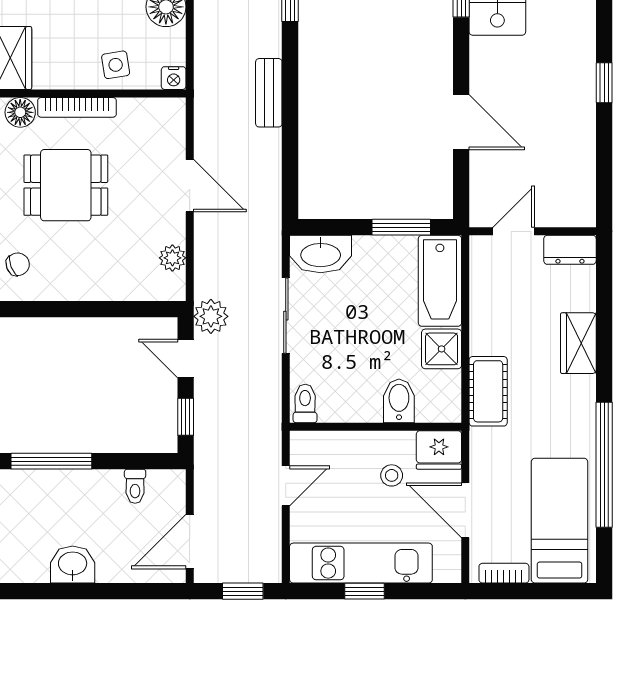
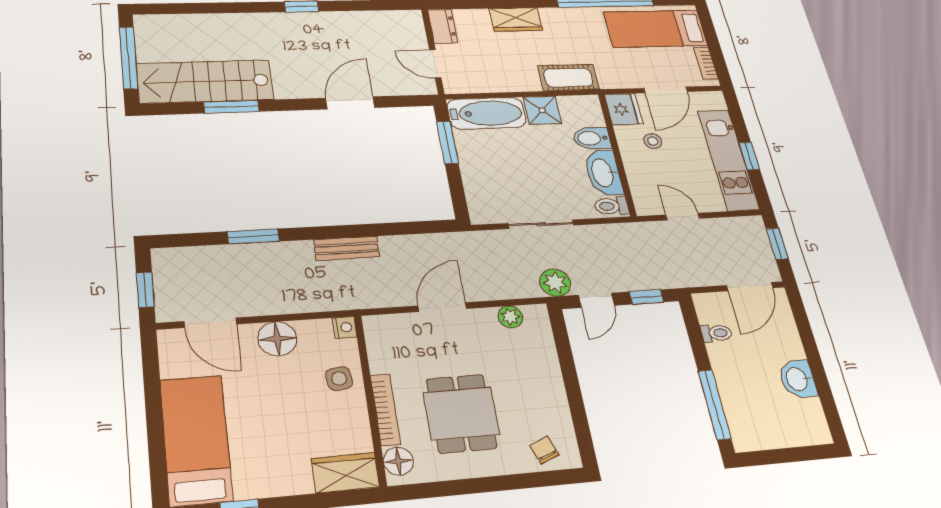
washbasin: (321, 254) -> (603, 173), moved, turned 180
door: (190, 542) -> (750, 287), hinge flipped

